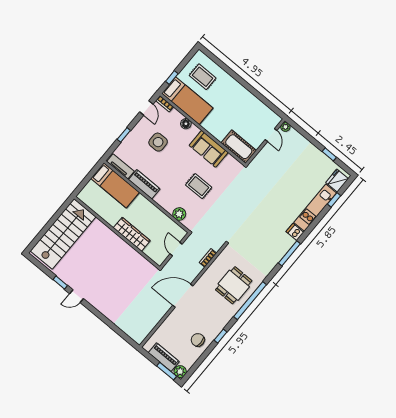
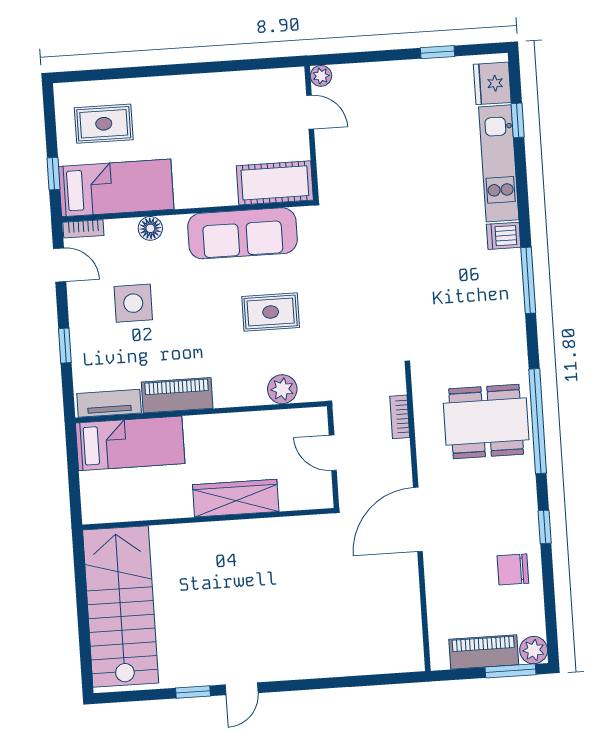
sofa: (209, 149) -> (242, 233), width x1.36
dining table: (234, 285) -> (486, 421), width x1.38

